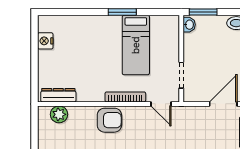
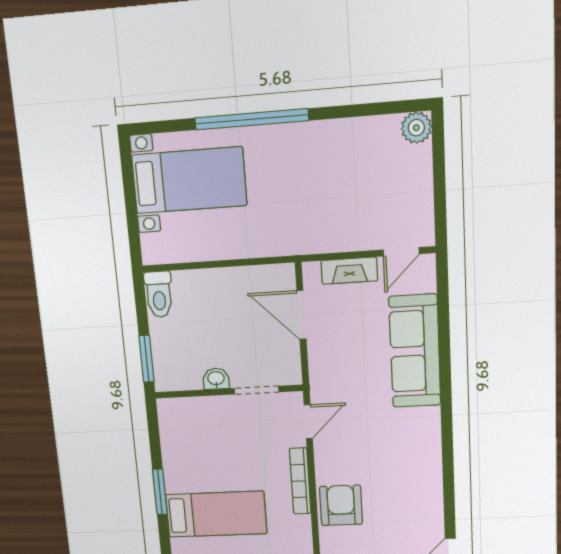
washbasin: (189, 25) -> (216, 379), moved
bed: (136, 45) -> (216, 514), moved

